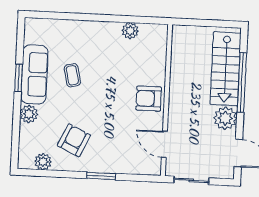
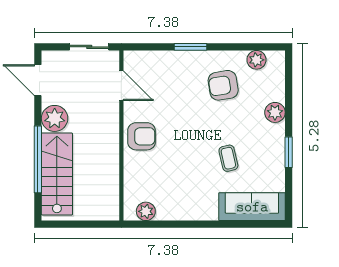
plant: (130, 31) -> (146, 211), moved
sofa: (34, 74) -> (252, 207), moved, turned 90
armchair: (74, 140) -> (223, 85), turned 56

